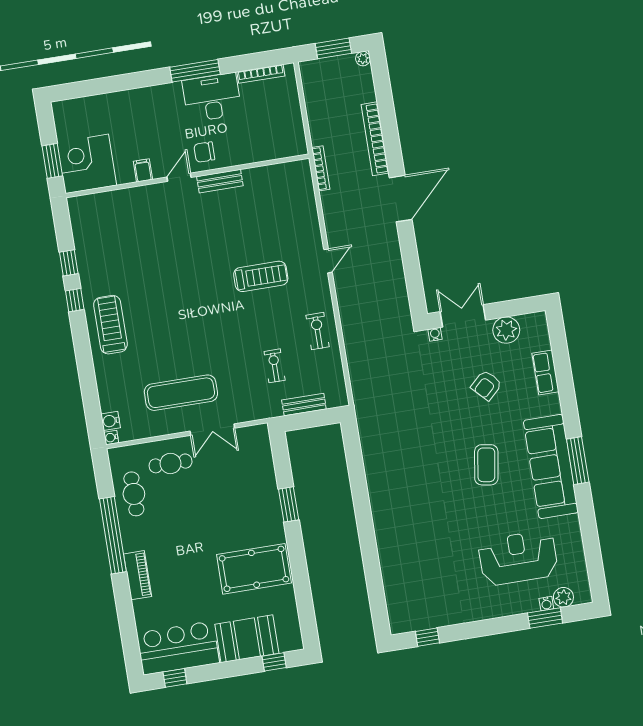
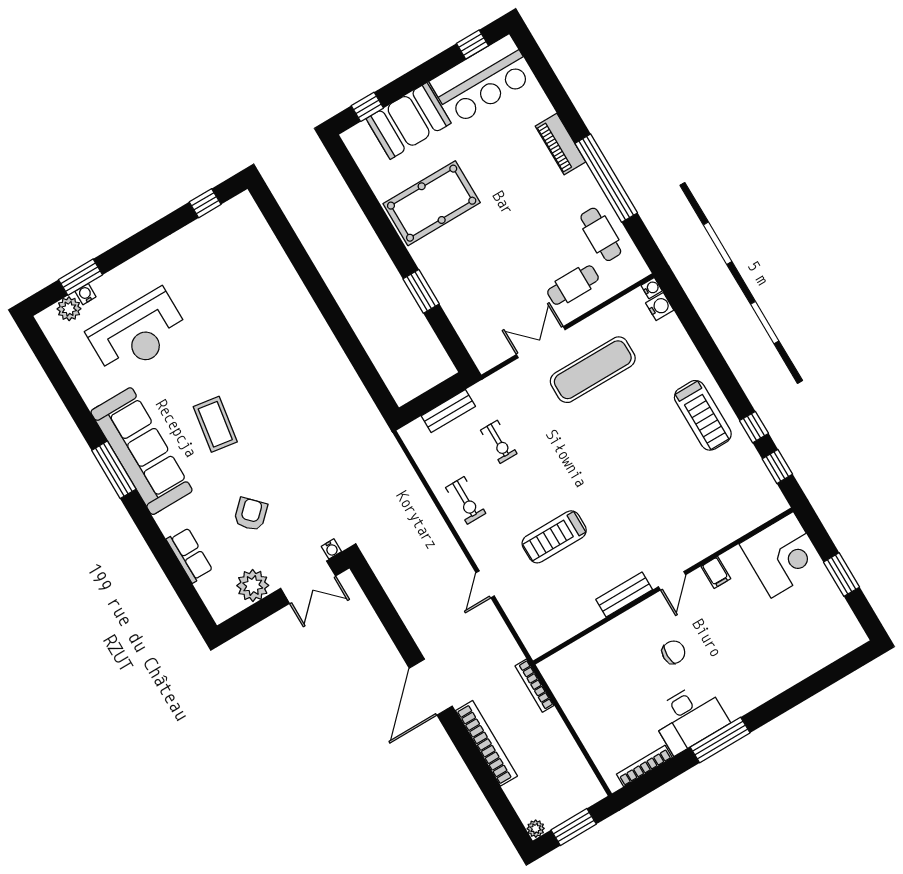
corner desk: (87, 164) -> (782, 555), moved
filing cabinet: (143, 170) -> (716, 572), moved
wall: (187, 176) -> (663, 586), moved
door: (179, 177) -> (672, 581), moved
bench: (220, 181) -> (624, 595), moved

